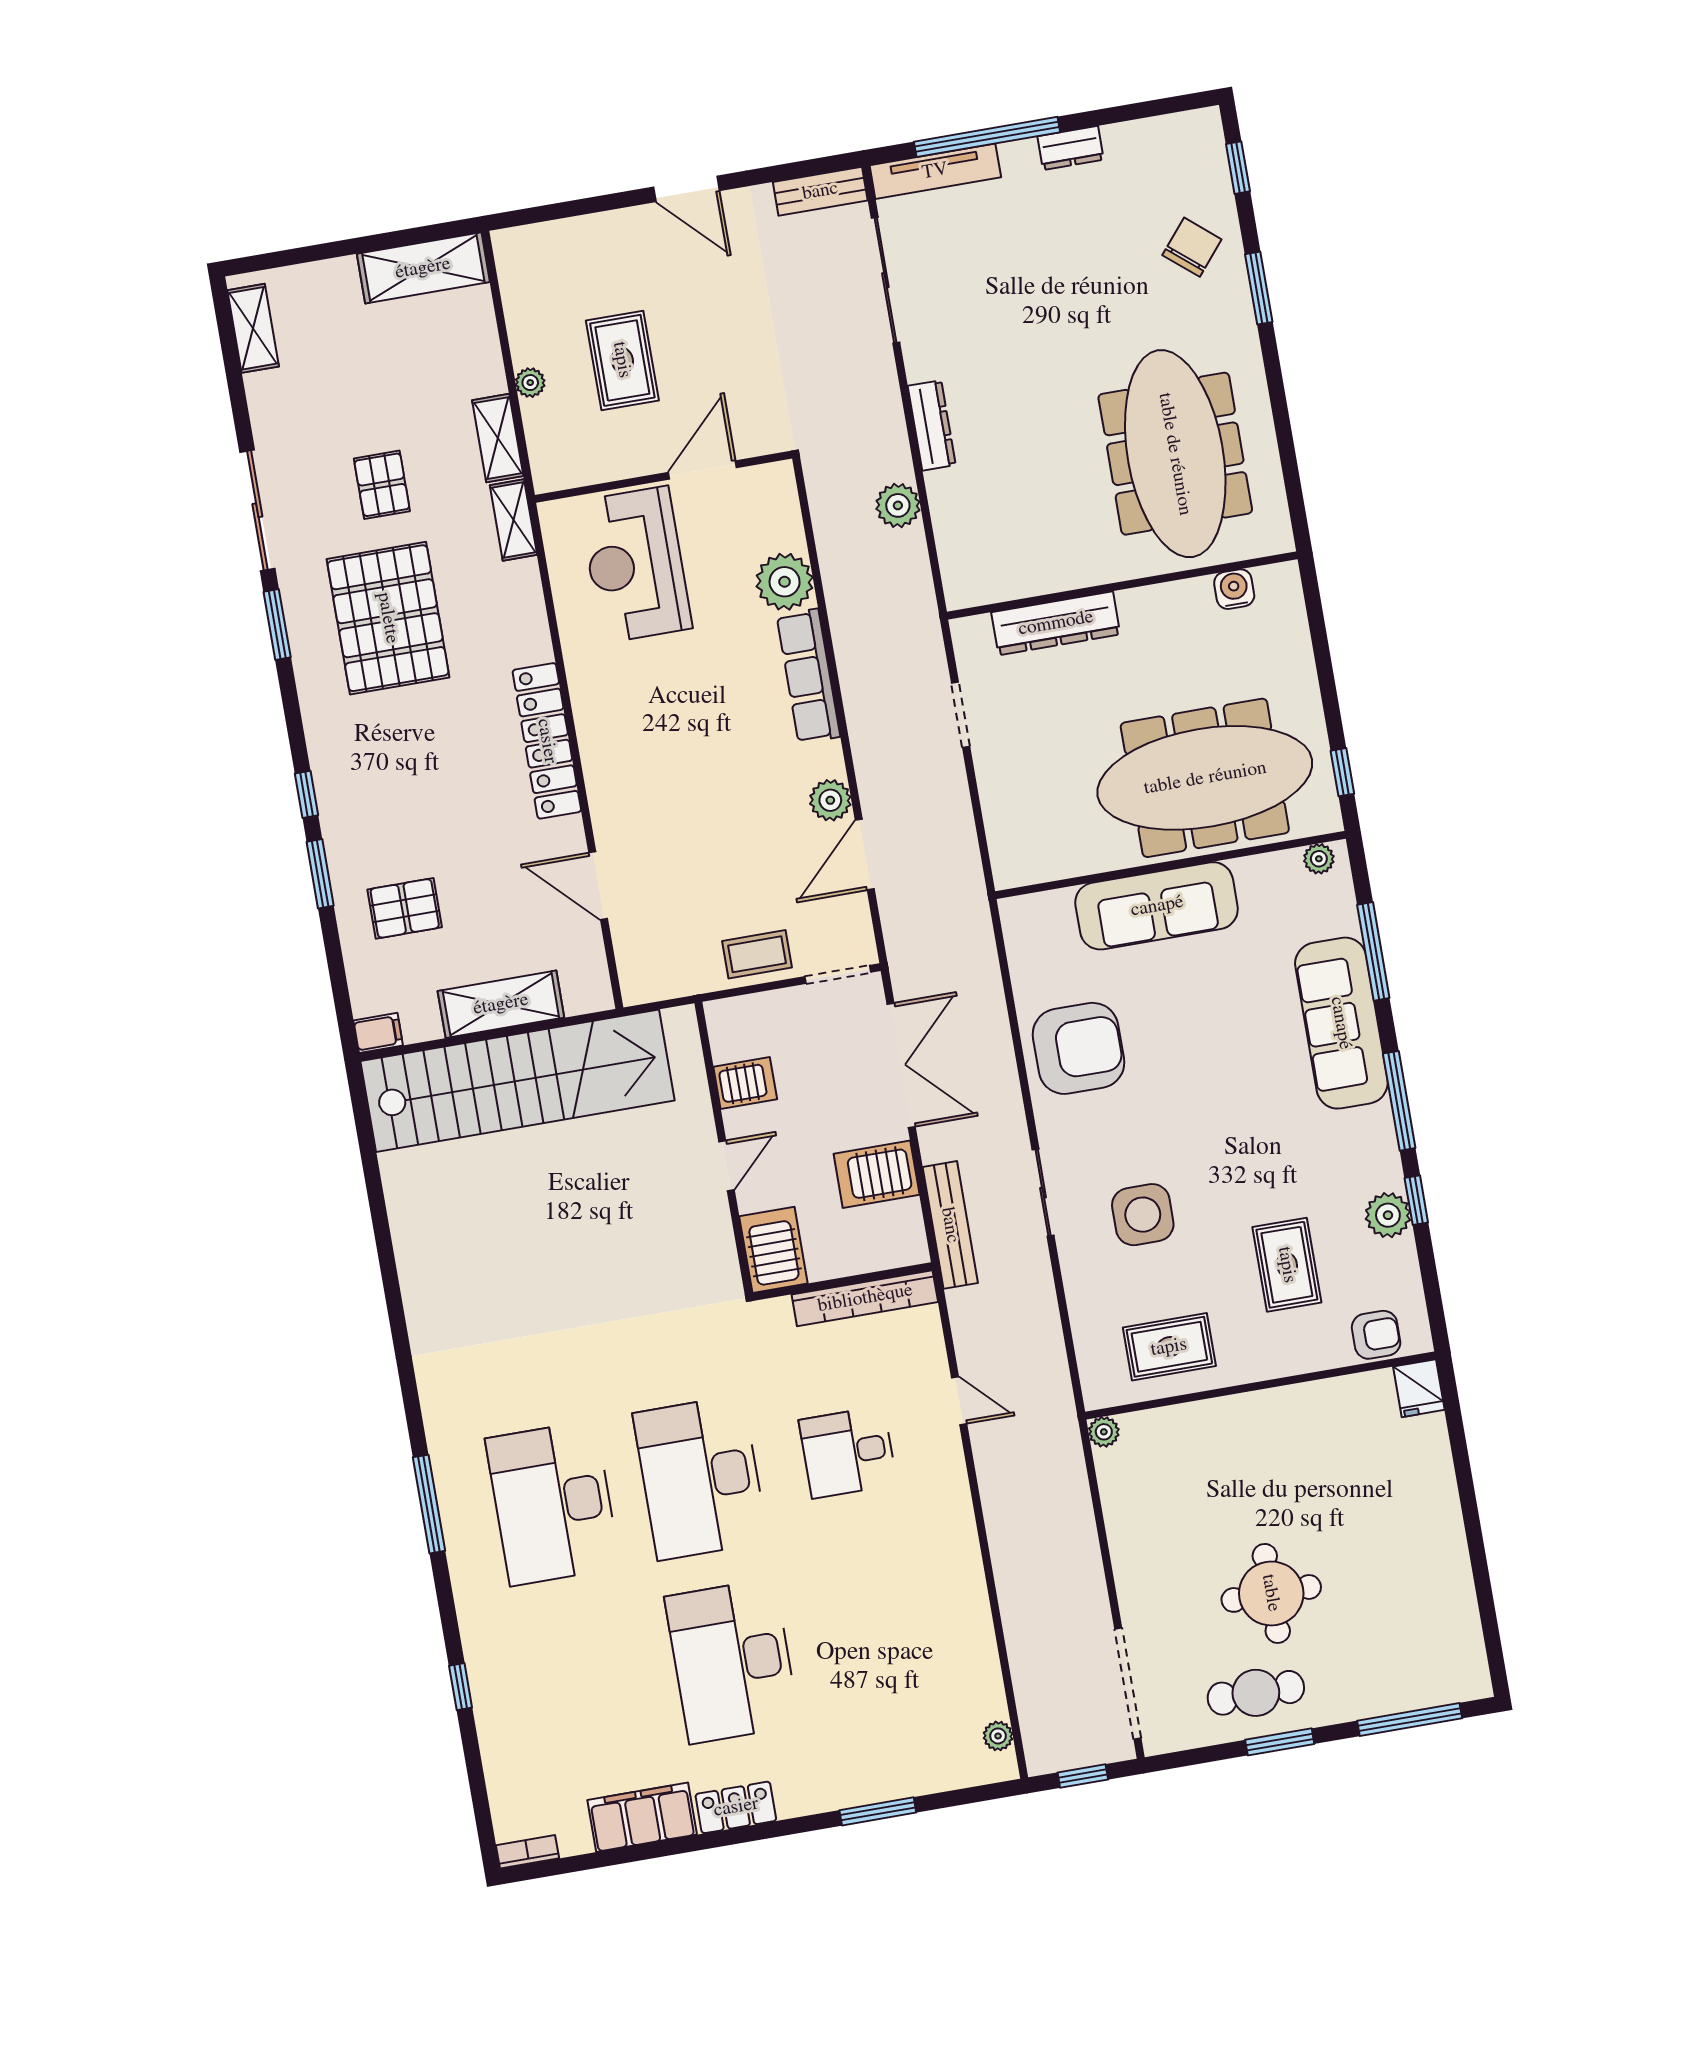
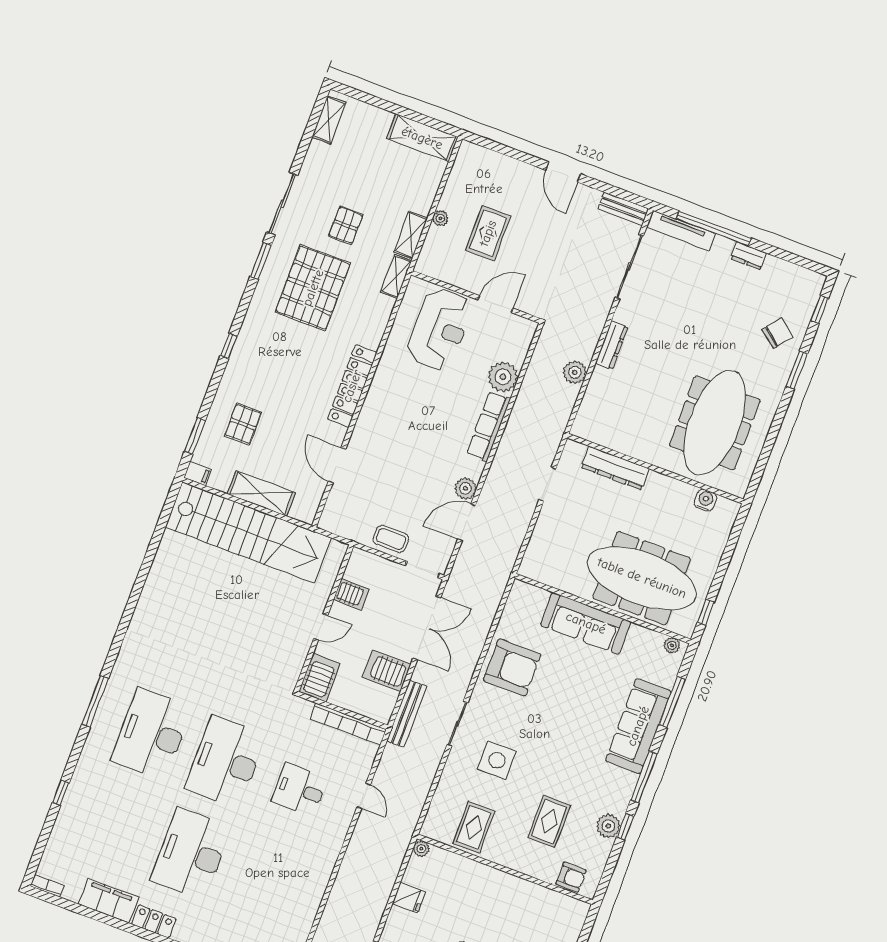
reception desk: (635, 565) -> (440, 329), turned 180
window: (320, 874) -> (195, 436), moved
pallet: (405, 908) -> (243, 424), turned 90
rug: (1169, 1347) -> (474, 827), turned 90
fridge: (1419, 1388) -> (409, 898), moved, turned -90

